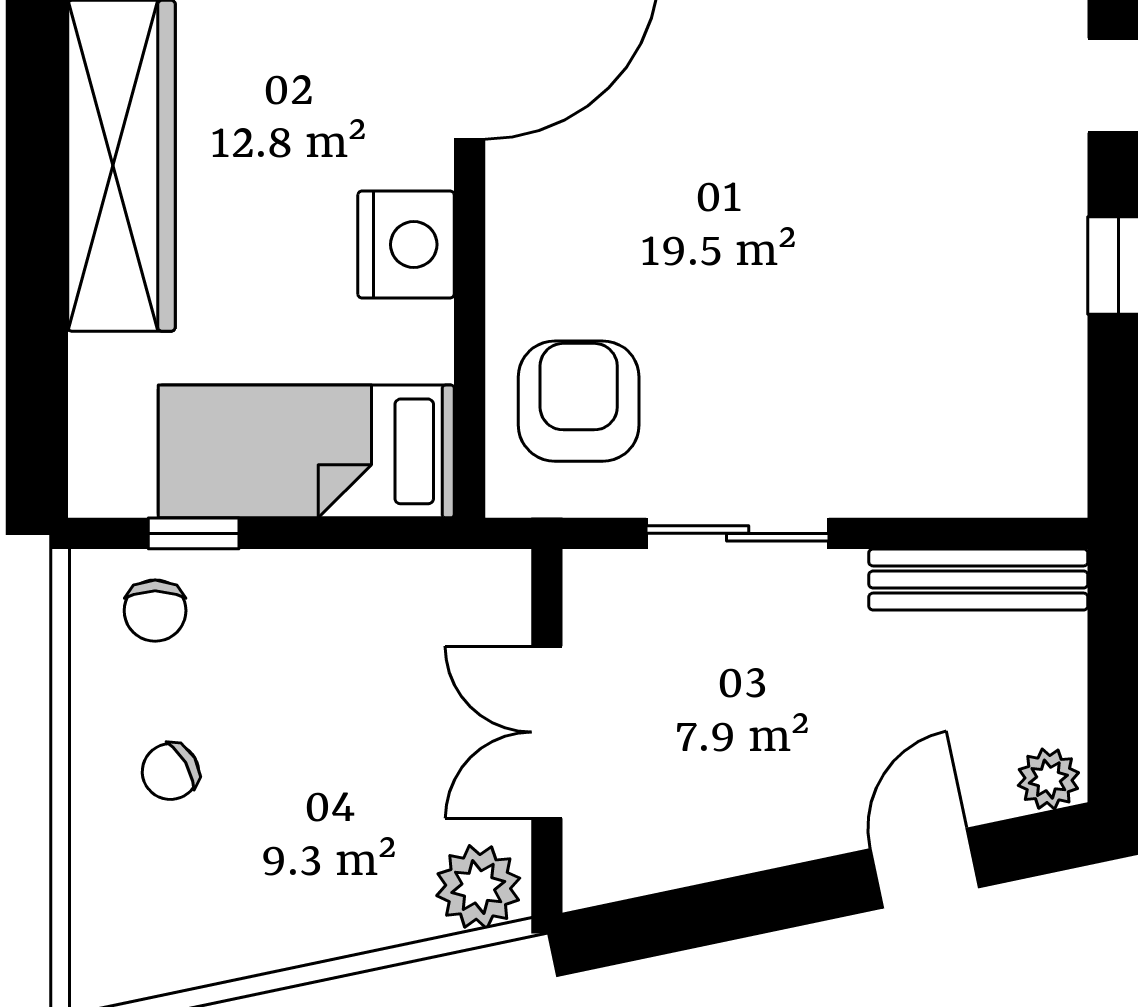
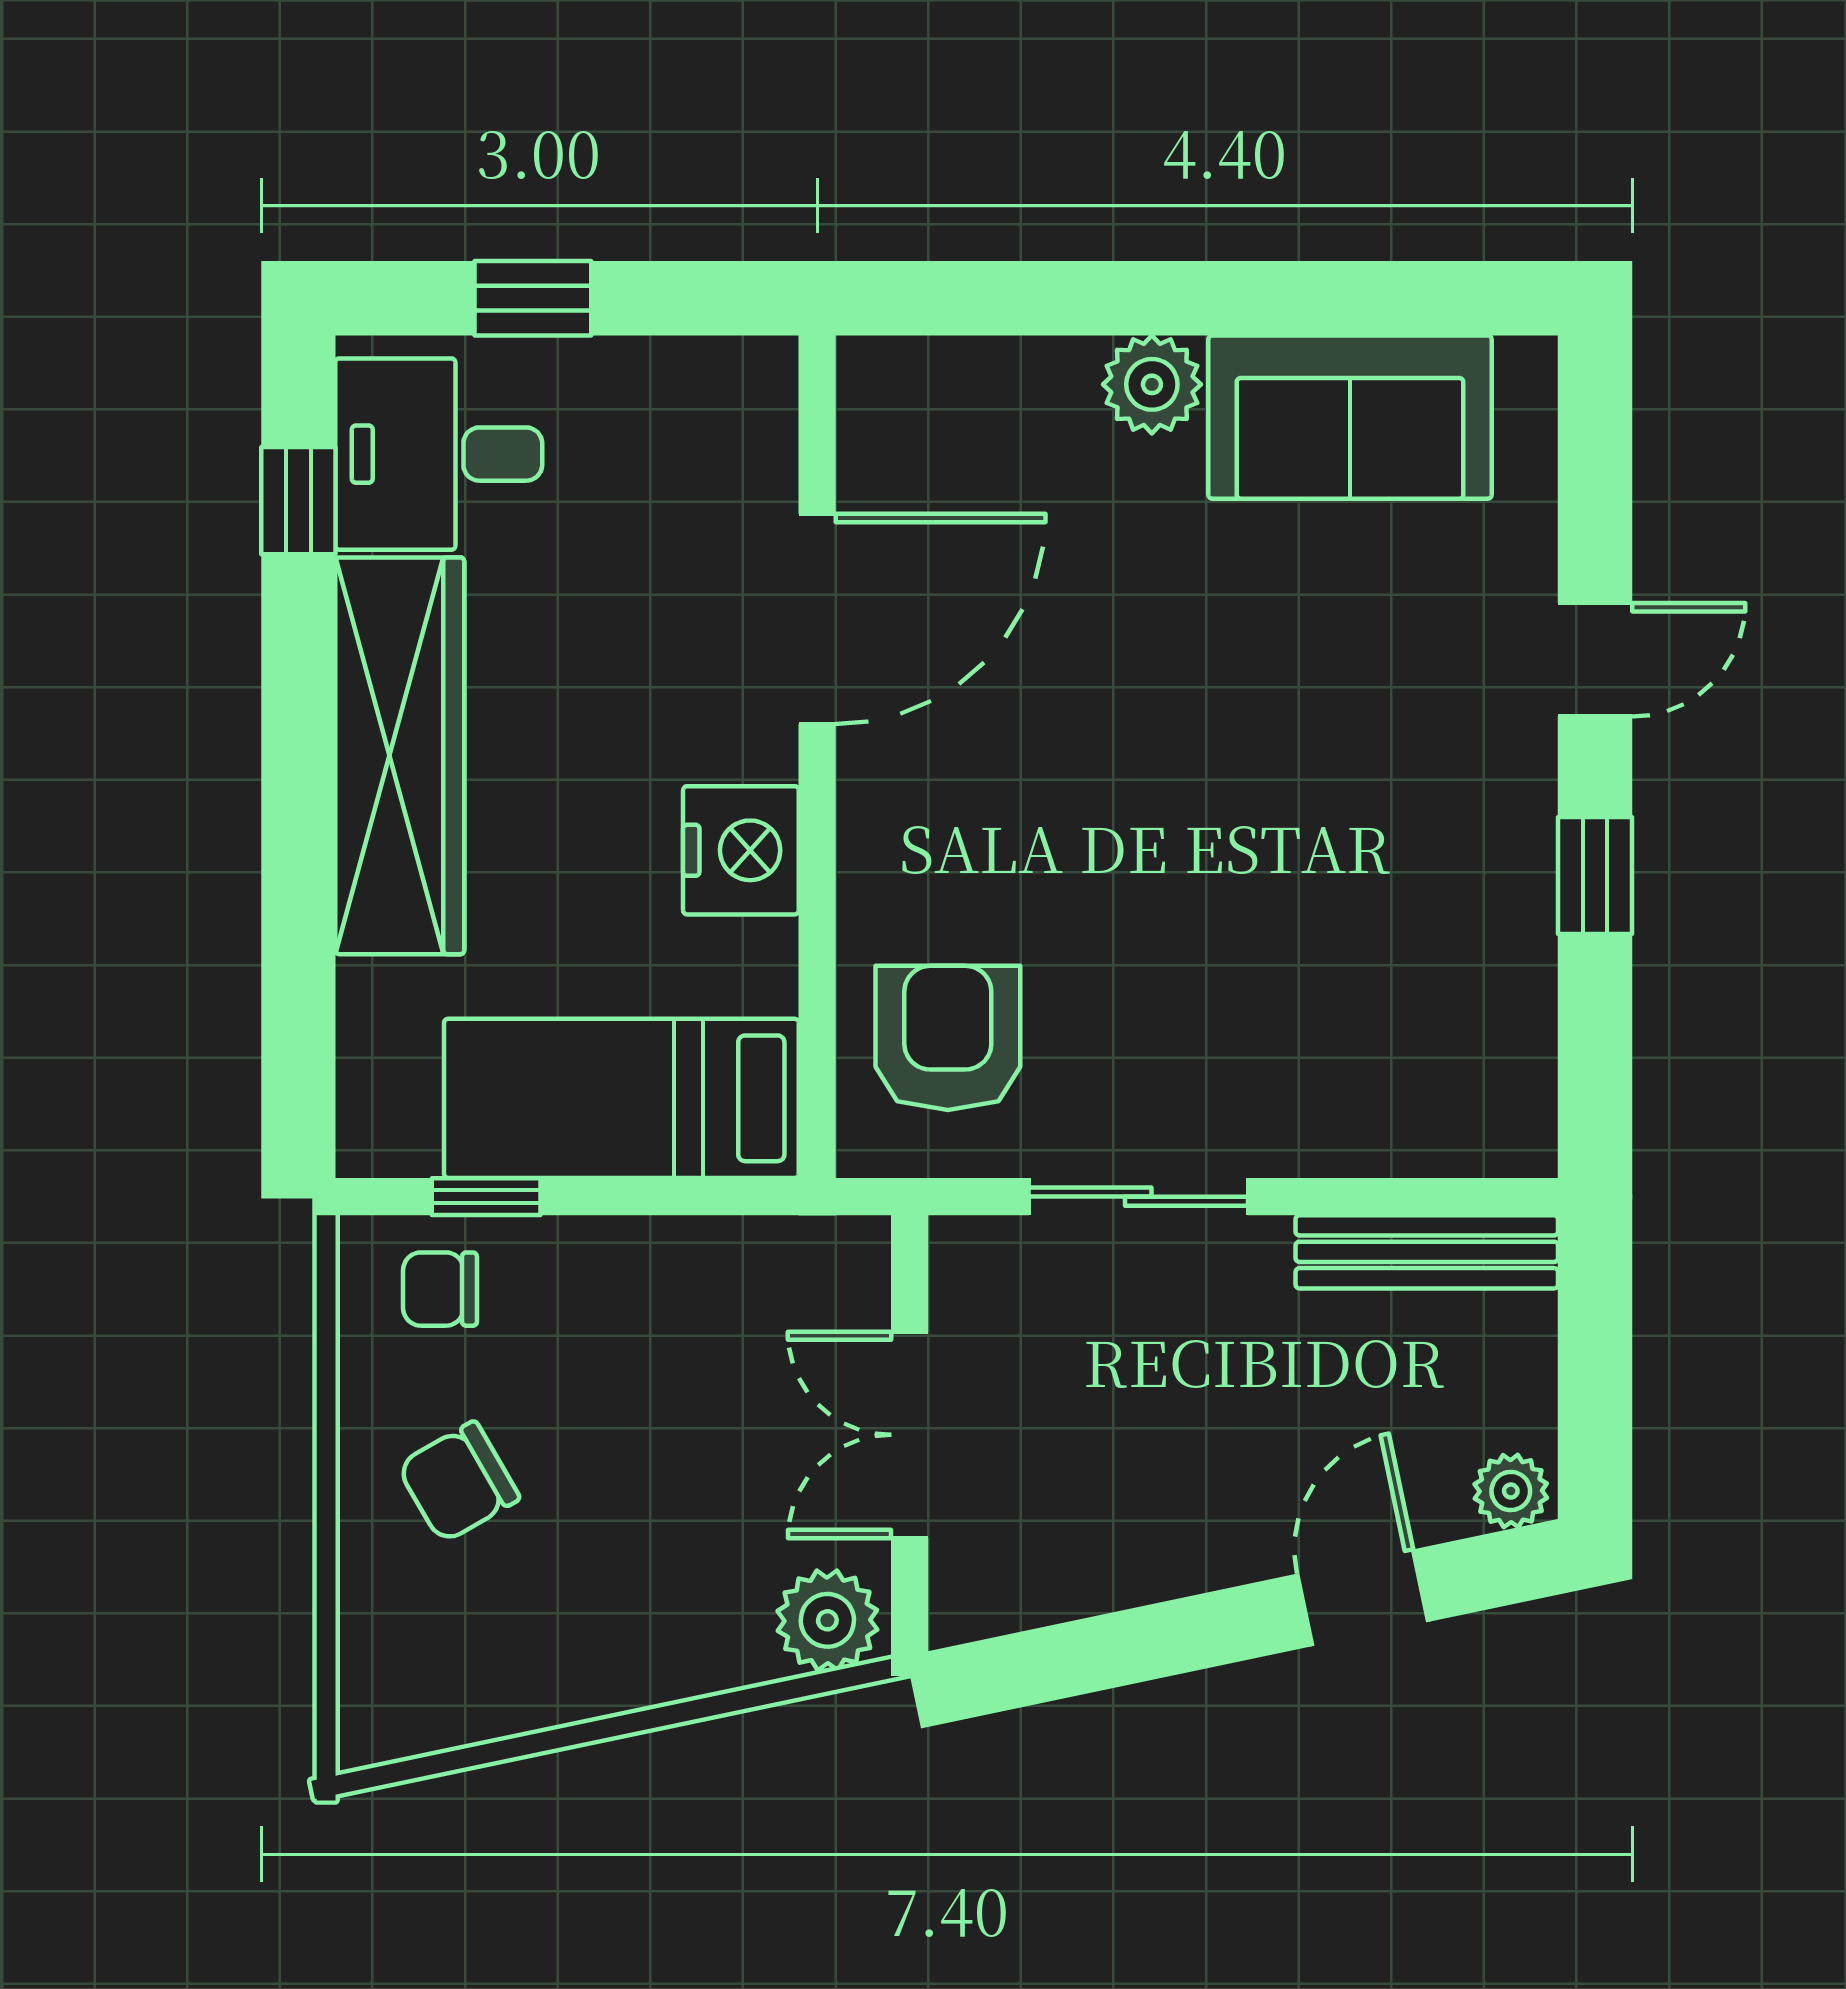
chair: (155, 611) -> (440, 1289), turned 90
chair: (170, 772) -> (458, 1482), width x1.37, depth x1.37

